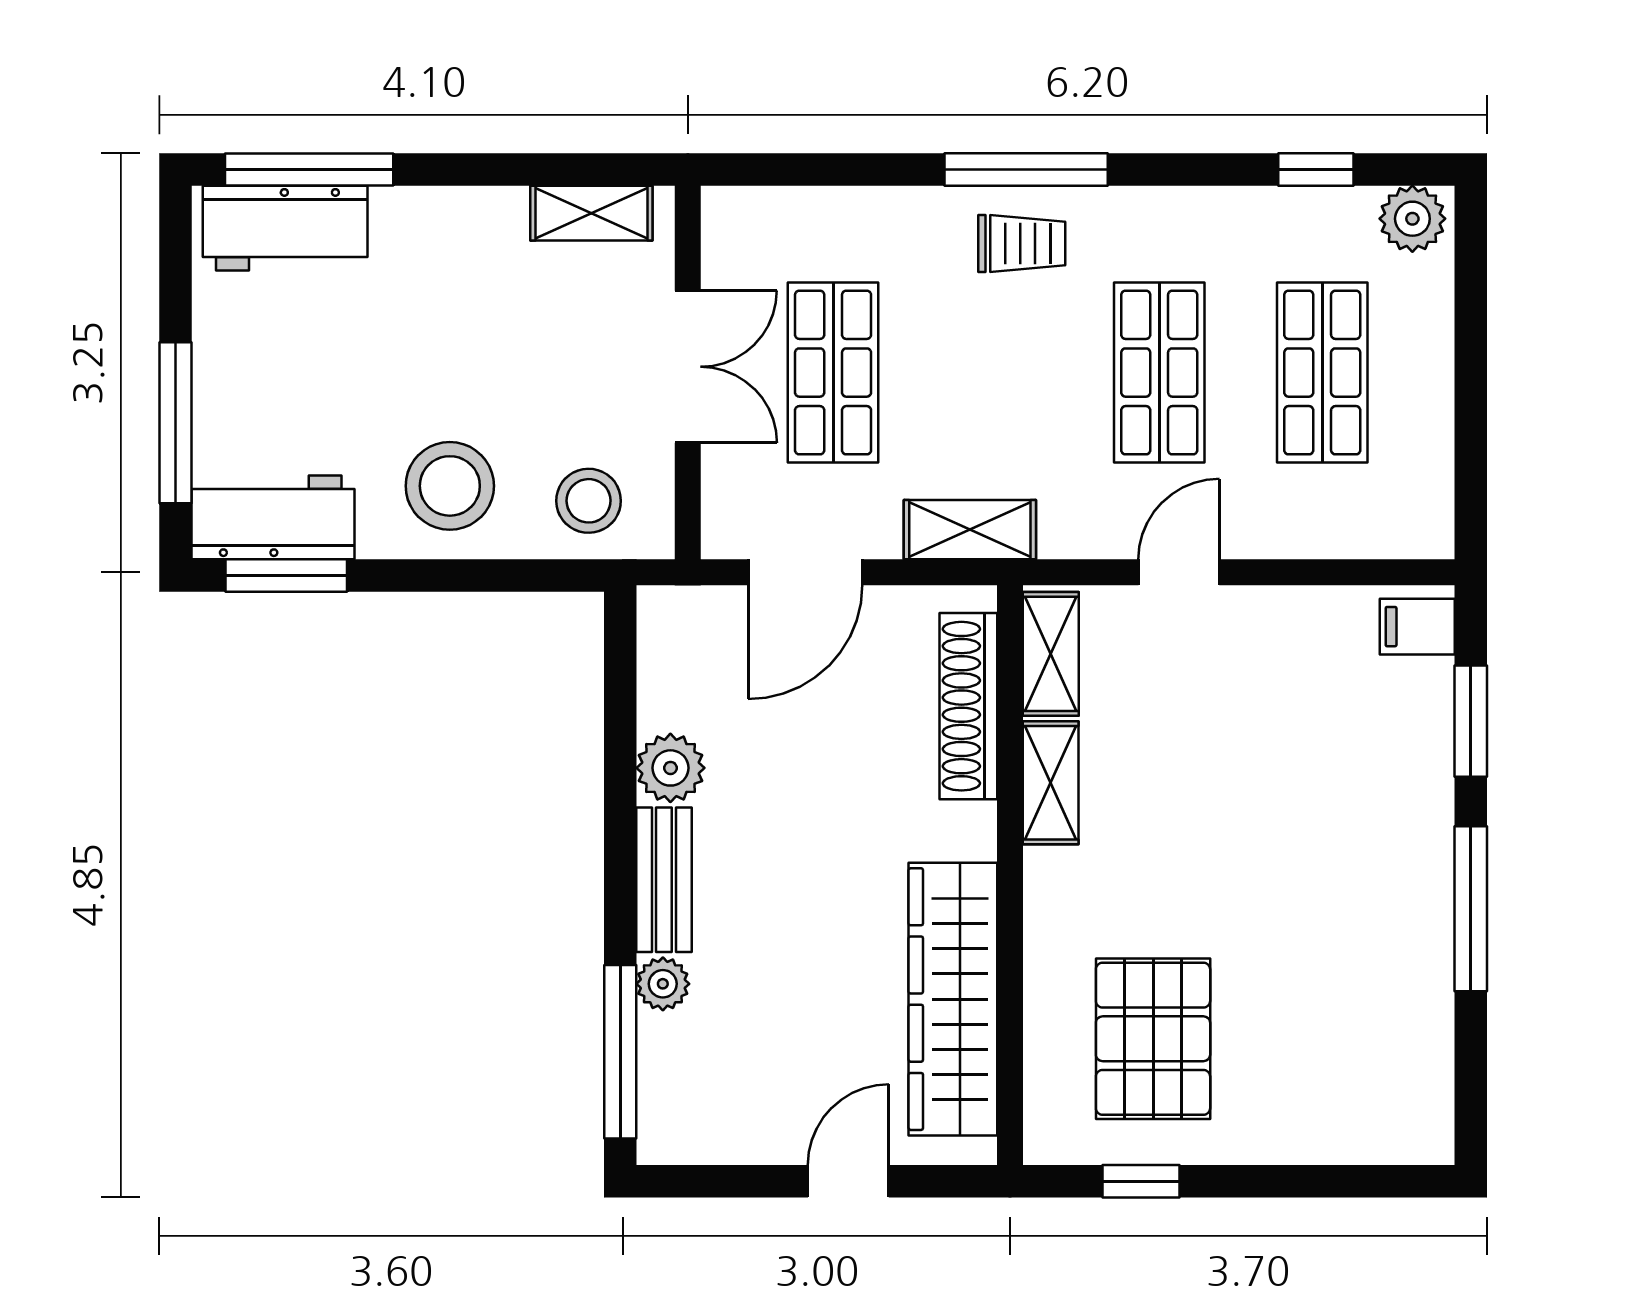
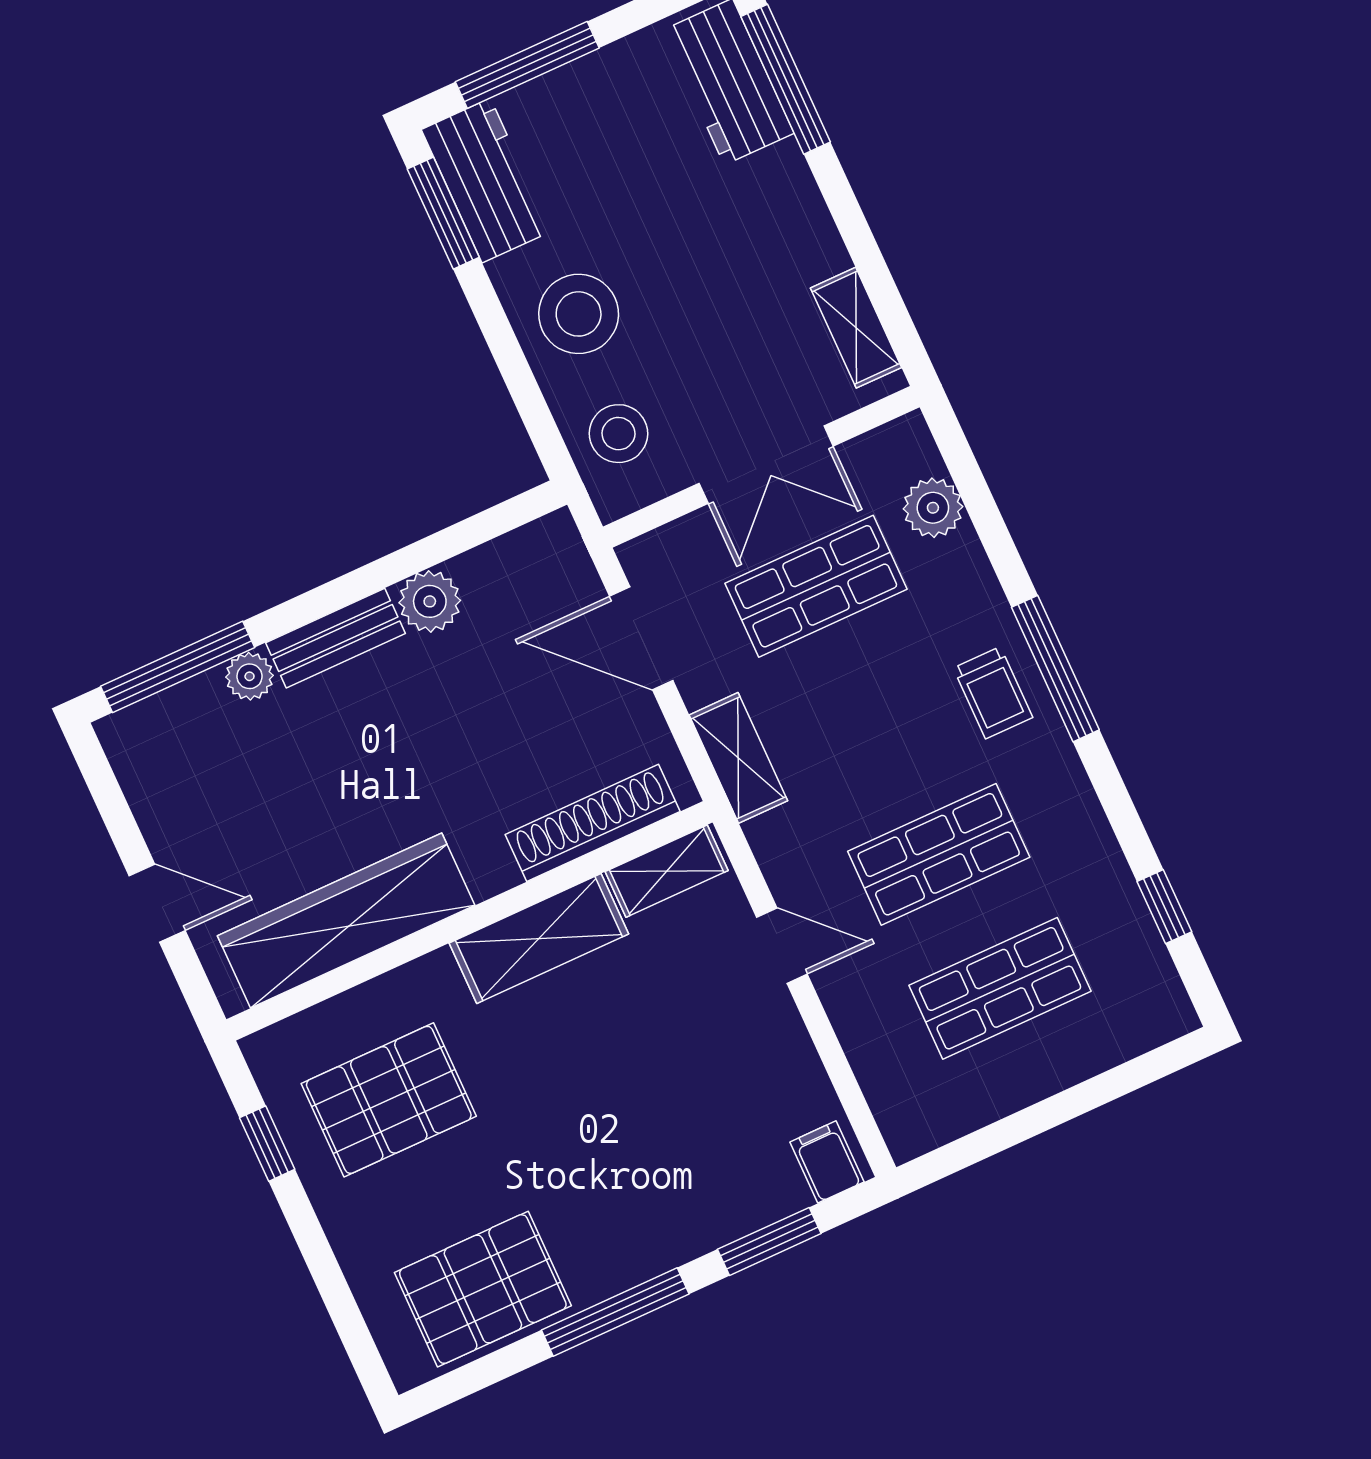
plant: (1412, 219) -> (933, 508), moved
shelving: (1051, 783) -> (539, 939), width x1.50, depth x1.33
pallet: (1387, 1031) -> (483, 1289), added

